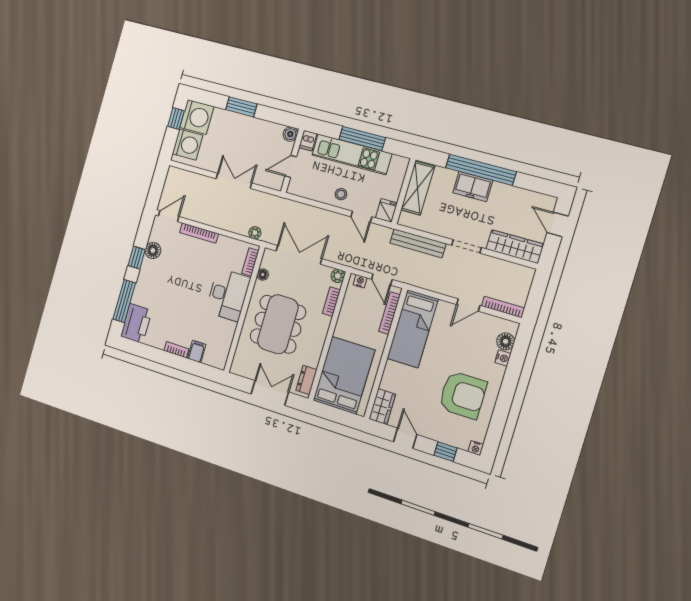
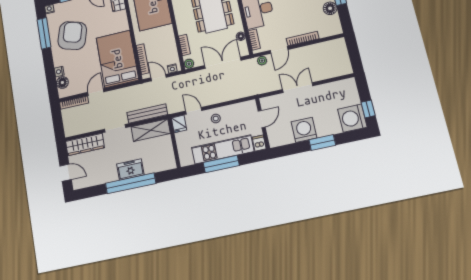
boiler: (290, 134) -> (274, 141), removed
washing machine: (188, 145) -> (304, 130), moved, turned 90
double door: (234, 181) -> (298, 88), swing flipped
shelving: (418, 188) -> (151, 130), moved, turned 90
door: (169, 216) -> (279, 50), moved
double door: (299, 255) -> (223, 63), swing flipped
bed: (413, 329) -> (117, 59), width x1.50
armchair: (463, 395) -> (72, 36), turned 106
window: (498, 420) -> (44, 33), added

